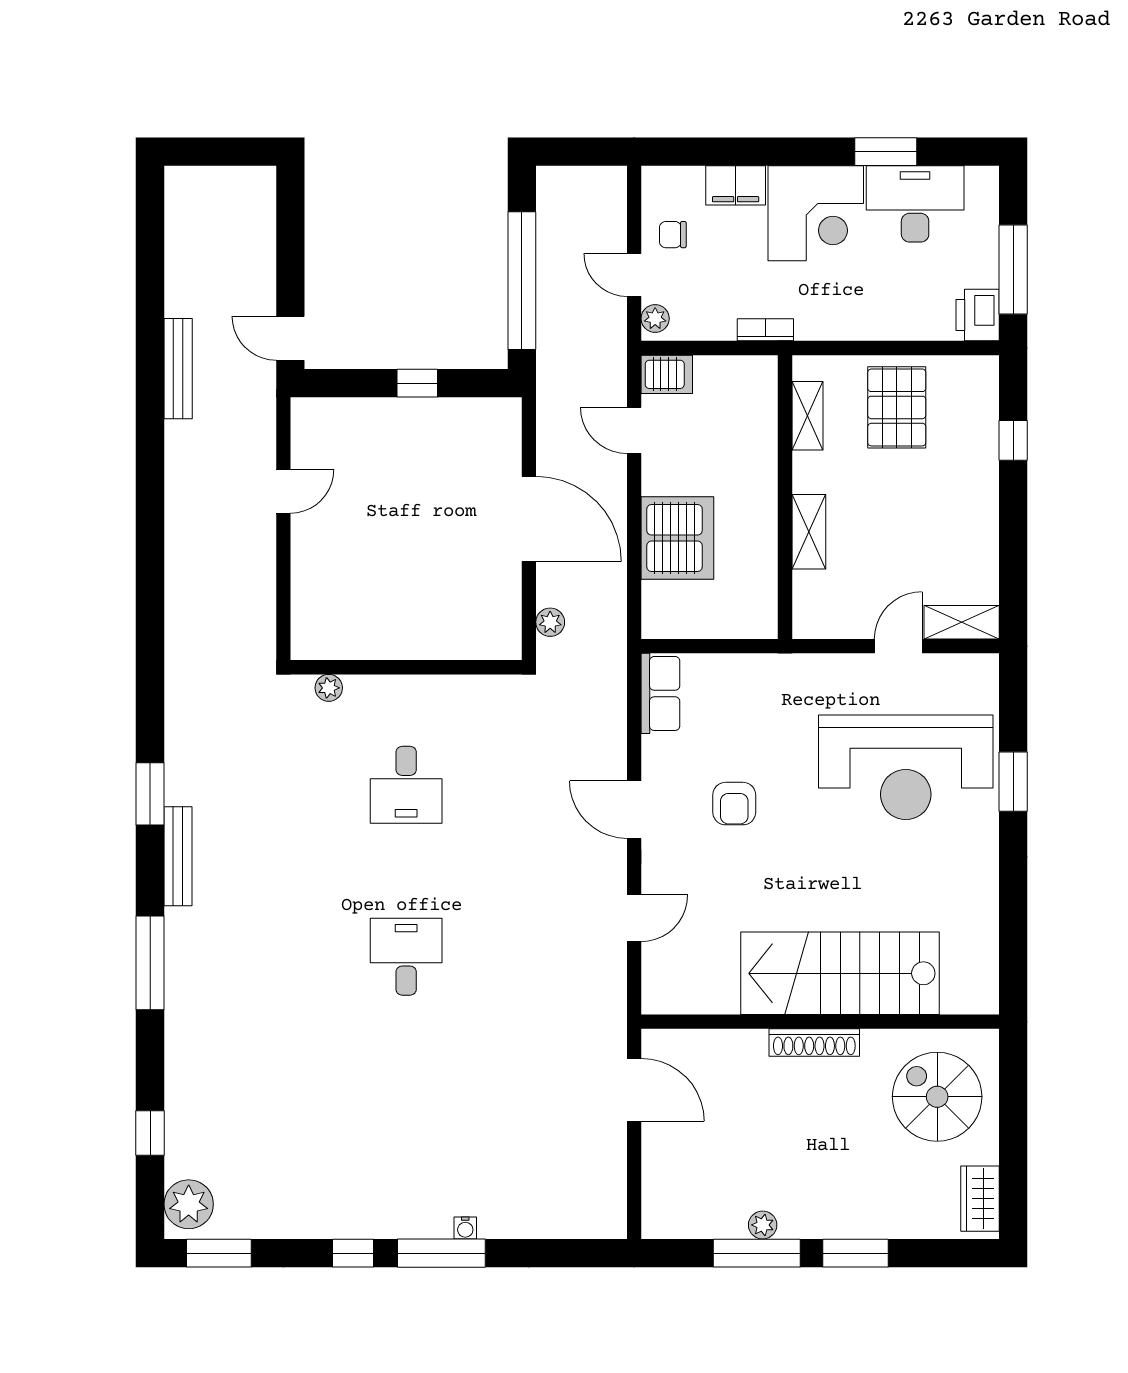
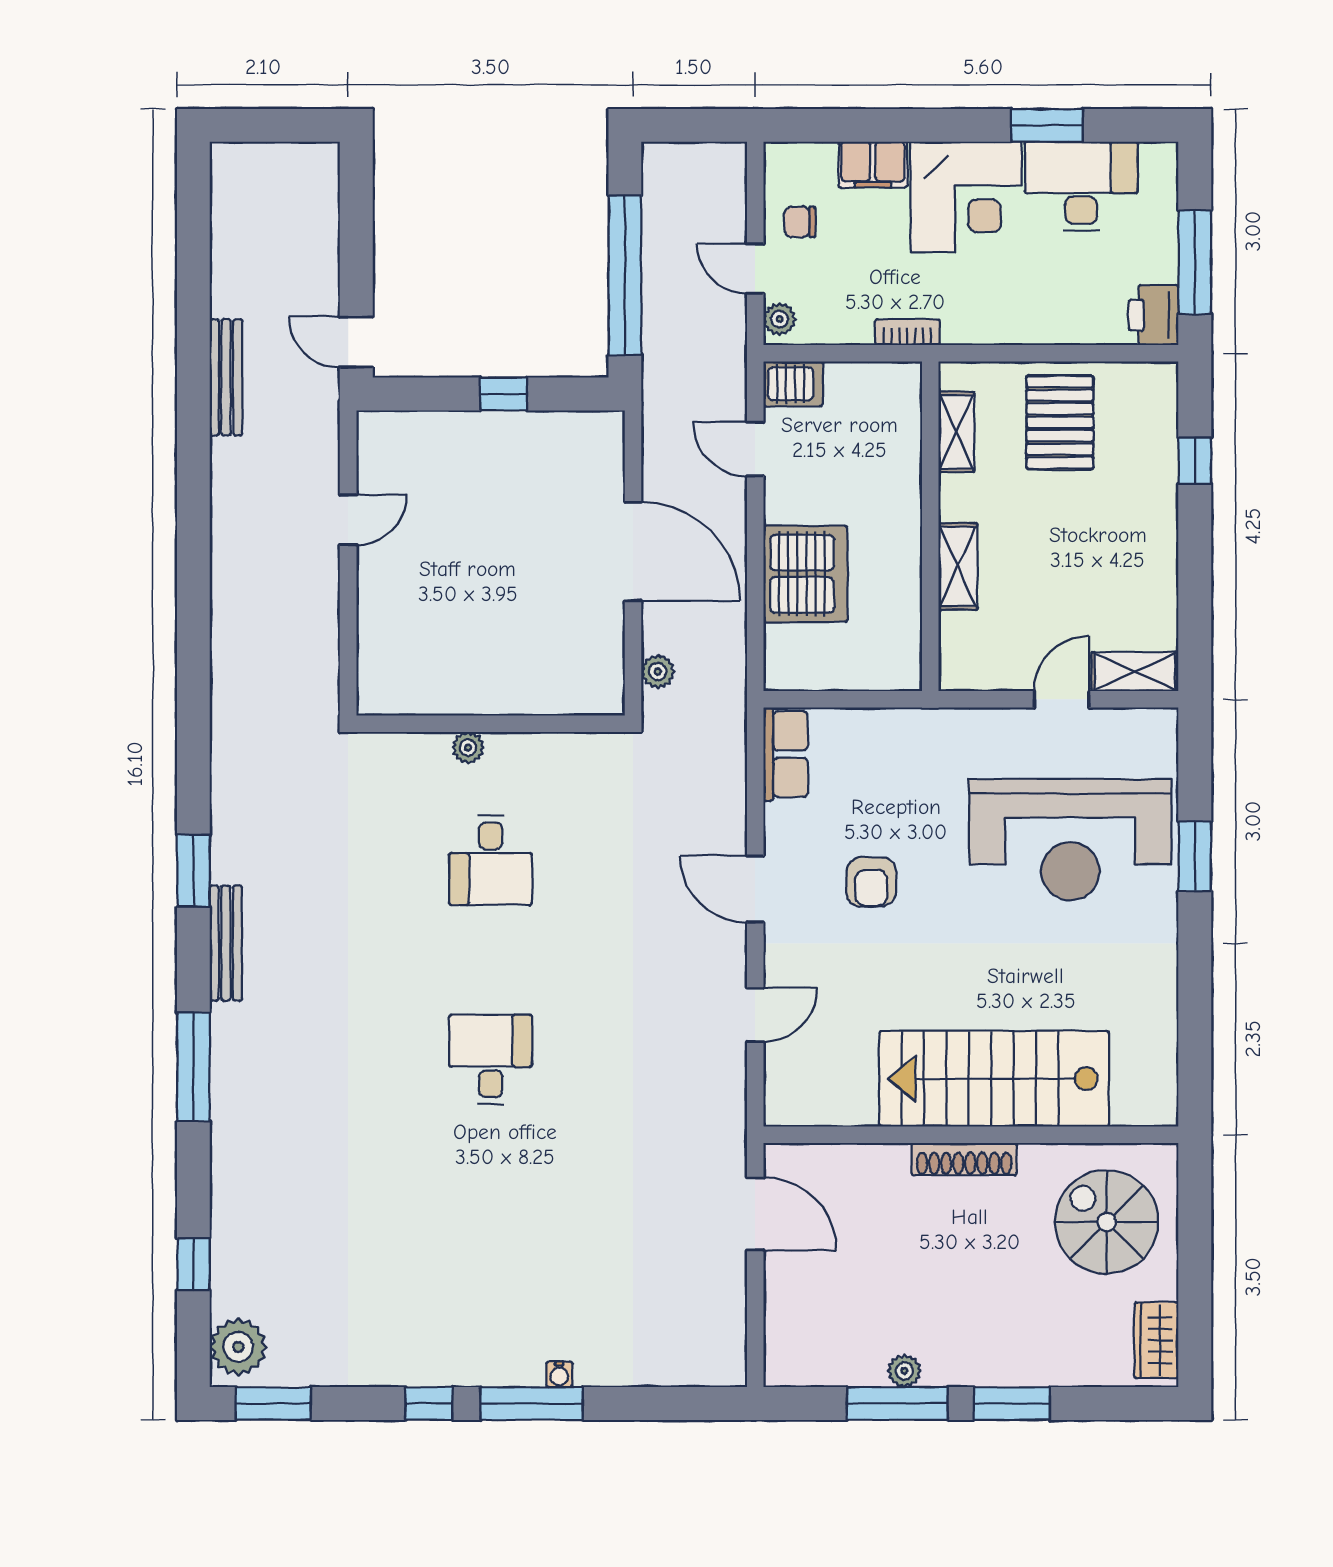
plant: (329, 688) -> (468, 748), moved

